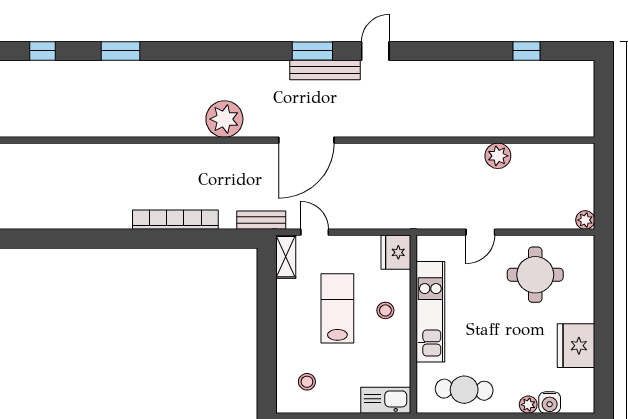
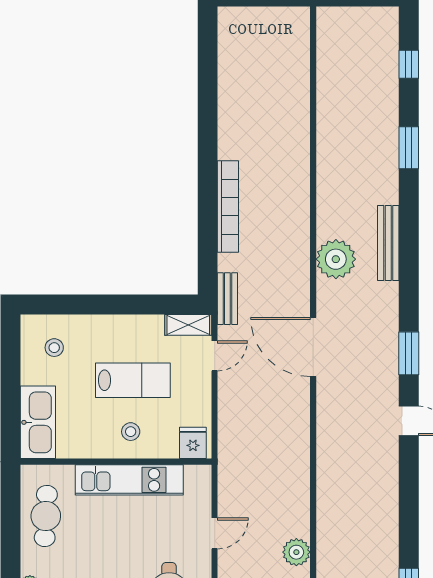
bench: (325, 70) -> (388, 243), moved
door: (480, 232) -> (215, 533), swing flipped
fridge: (396, 252) -> (193, 443), width x0.72
kitchen sink: (386, 400) -> (38, 422), width x1.36, depth x1.24

